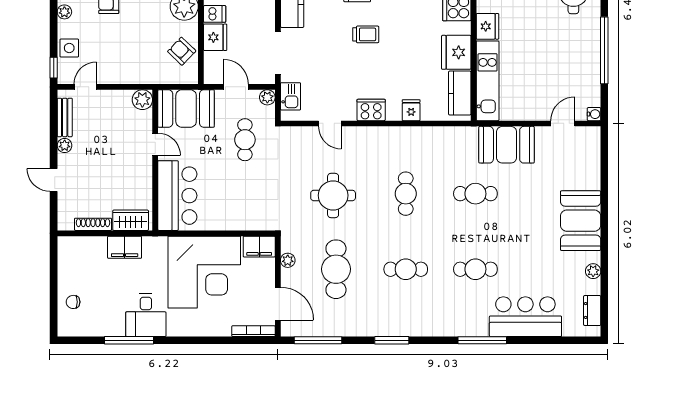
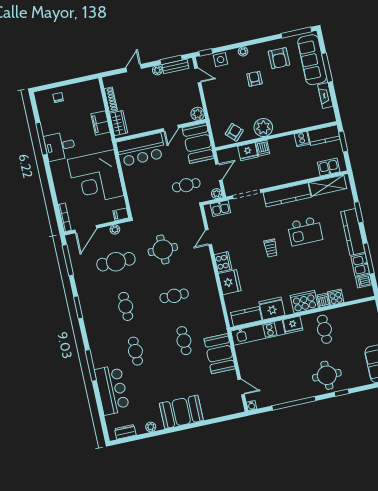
fridge: (411, 110) -> (230, 282), width x1.88, depth x1.34
window: (54, 122) -> (171, 60), added
filing cabinet: (259, 247) -> (121, 214), width x0.50

